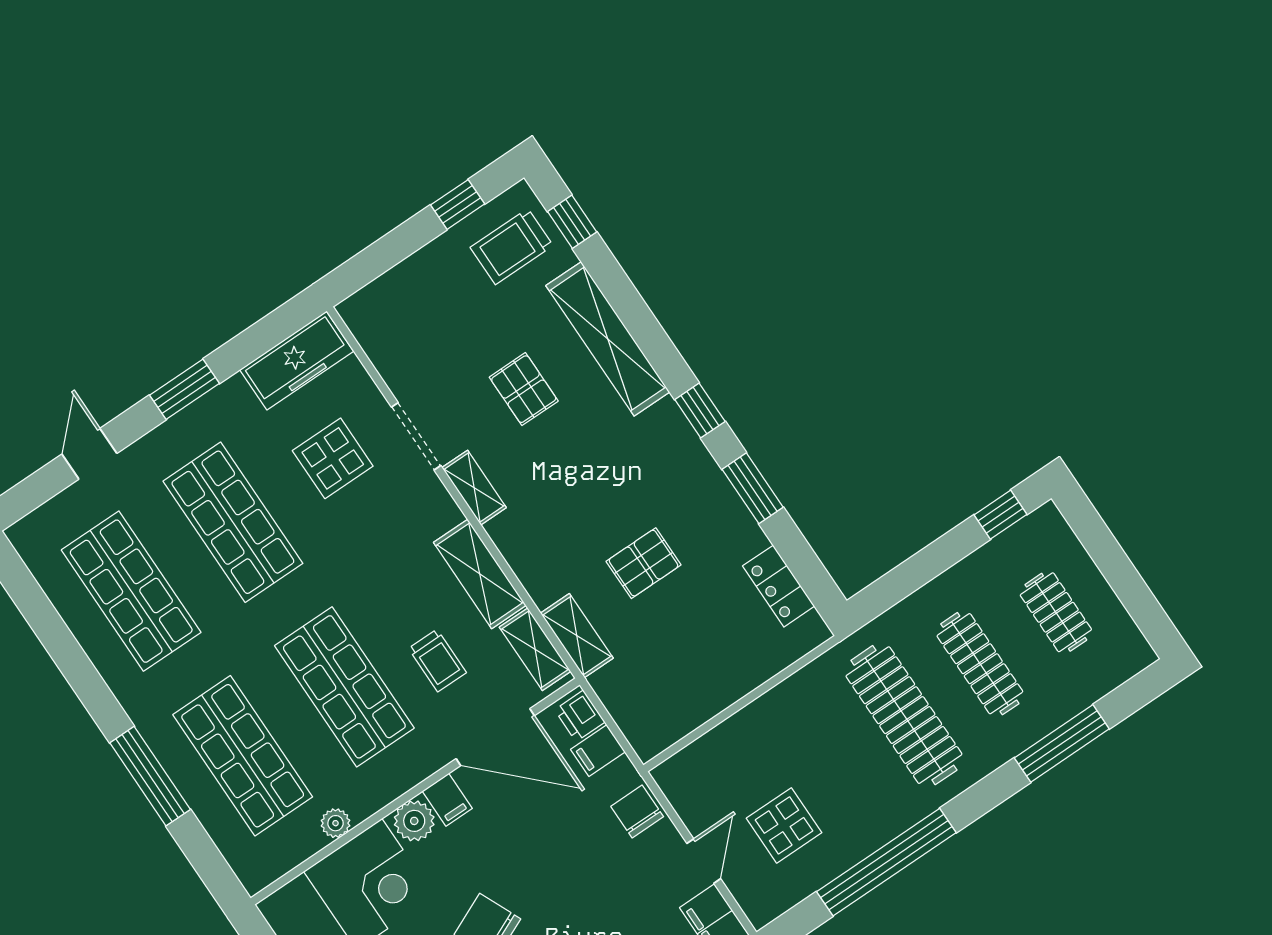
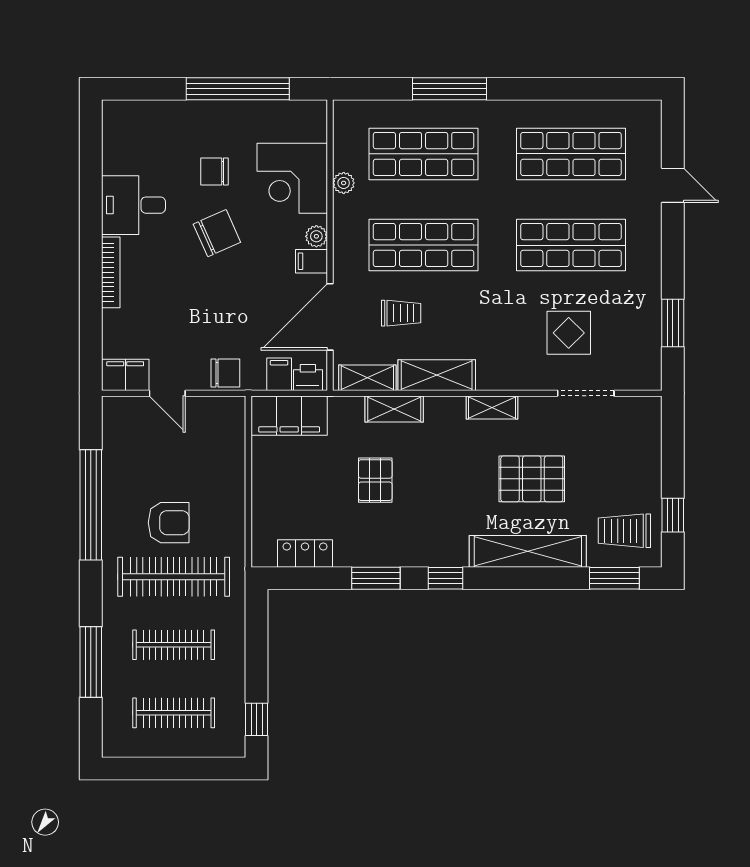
window: (572, 222) -> (614, 578), width x1.50
trolley: (512, 247) -> (624, 531), turned -90
freezer: (297, 361) -> (644, 351), removed
window: (185, 389) -> (673, 323), moved
pallet: (524, 389) -> (532, 479), width x1.50, depth x1.42
doorway: (416, 436) -> (586, 393), moved
clothes rail: (1056, 612) -> (174, 713), width x1.36
shelving: (577, 636) -> (394, 409), moved
trolley: (437, 660) -> (401, 313), turned 180
filing cabinet: (637, 708) -> (289, 416), added
armchair: (847, 762) -> (169, 523), added
plant: (414, 821) -> (316, 236), width x0.73, depth x0.73
display table: (784, 825) -> (156, 457), removed

